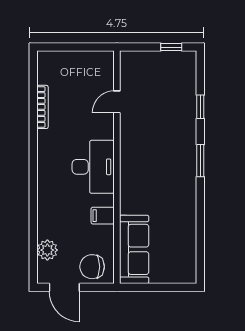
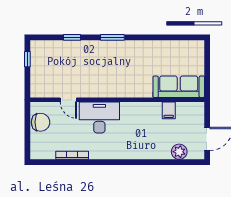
desk: (93, 167) -> (99, 117), moved
filing cabinet: (103, 216) -> (169, 110), moved
chair: (92, 267) -> (41, 122), moved, turned -90

